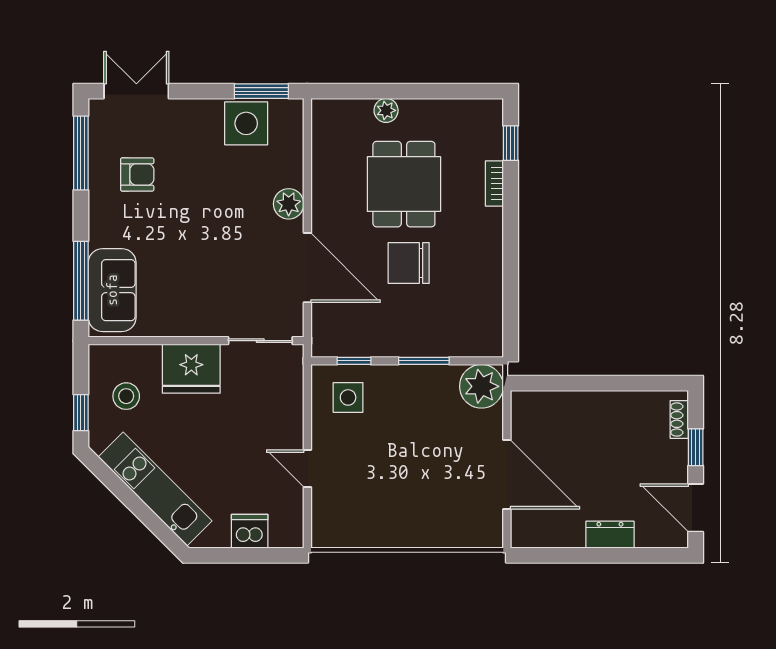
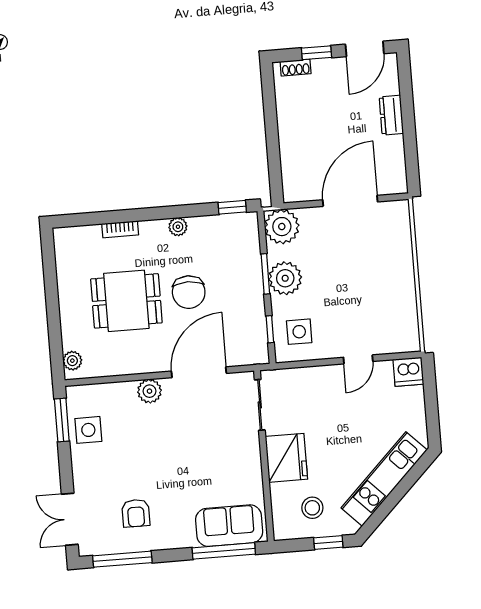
plant: (386, 110) -> (72, 361), moved
side table: (246, 123) -> (88, 430), width x0.73, depth x0.73
window: (511, 143) -> (232, 207), moved
armchair: (137, 174) -> (136, 513), turned 180
plant: (492, 256) -> (178, 227), added
plant: (416, 385) -> (285, 278), added
dishwasher: (250, 531) -> (408, 372), moved, turned -90

